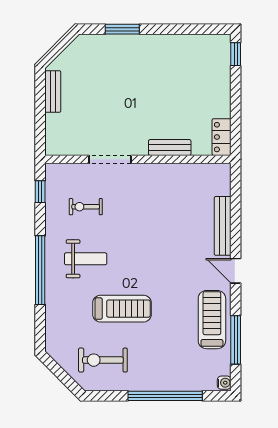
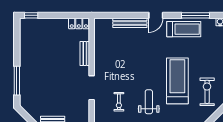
window: (122, 29) -> (17, 81), width x1.44
treadmill: (122, 309) -> (177, 81), width x1.37, depth x1.38
treadmill: (212, 320) -> (184, 29), turned 180
exercise bike: (103, 360) -> (207, 92), turned 180

